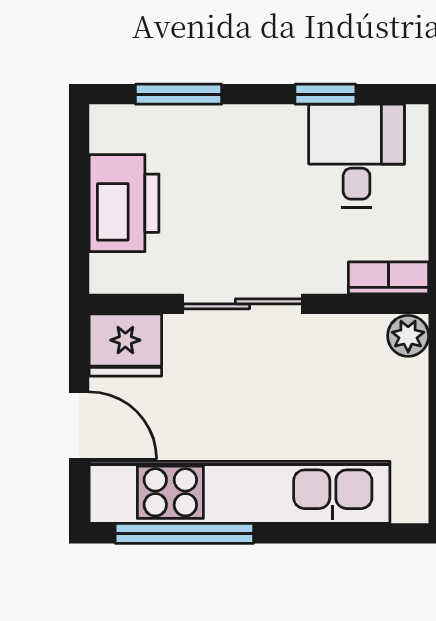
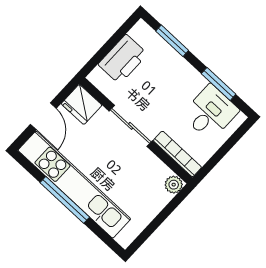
window: (325, 94) -> (219, 84), width x1.50
bookcase: (388, 278) -> (177, 154), width x1.56
window: (184, 533) -> (65, 200), moved

